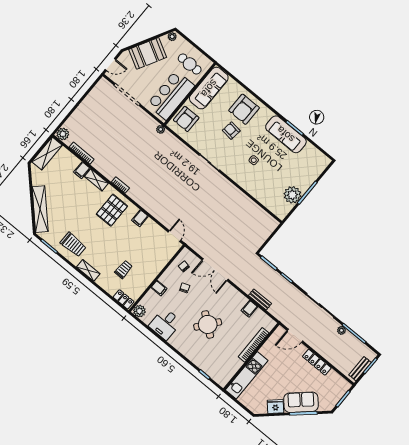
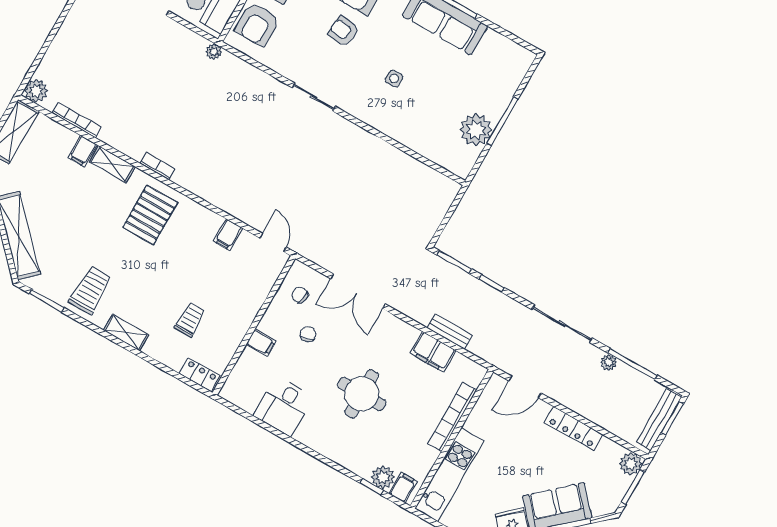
filing cabinet: (140, 218) -> (228, 235), moved
trolley: (73, 245) -> (90, 290), turned -90
filing cabinet: (249, 309) -> (433, 352), width x2.00
plant: (139, 311) -> (383, 477), moved
round table: (208, 324) -> (362, 394), turned -38
bench: (360, 369) -> (659, 420), width x1.36
filing cabinet: (221, 378) -> (403, 488), added
plant: (344, 386) -> (631, 464), added

